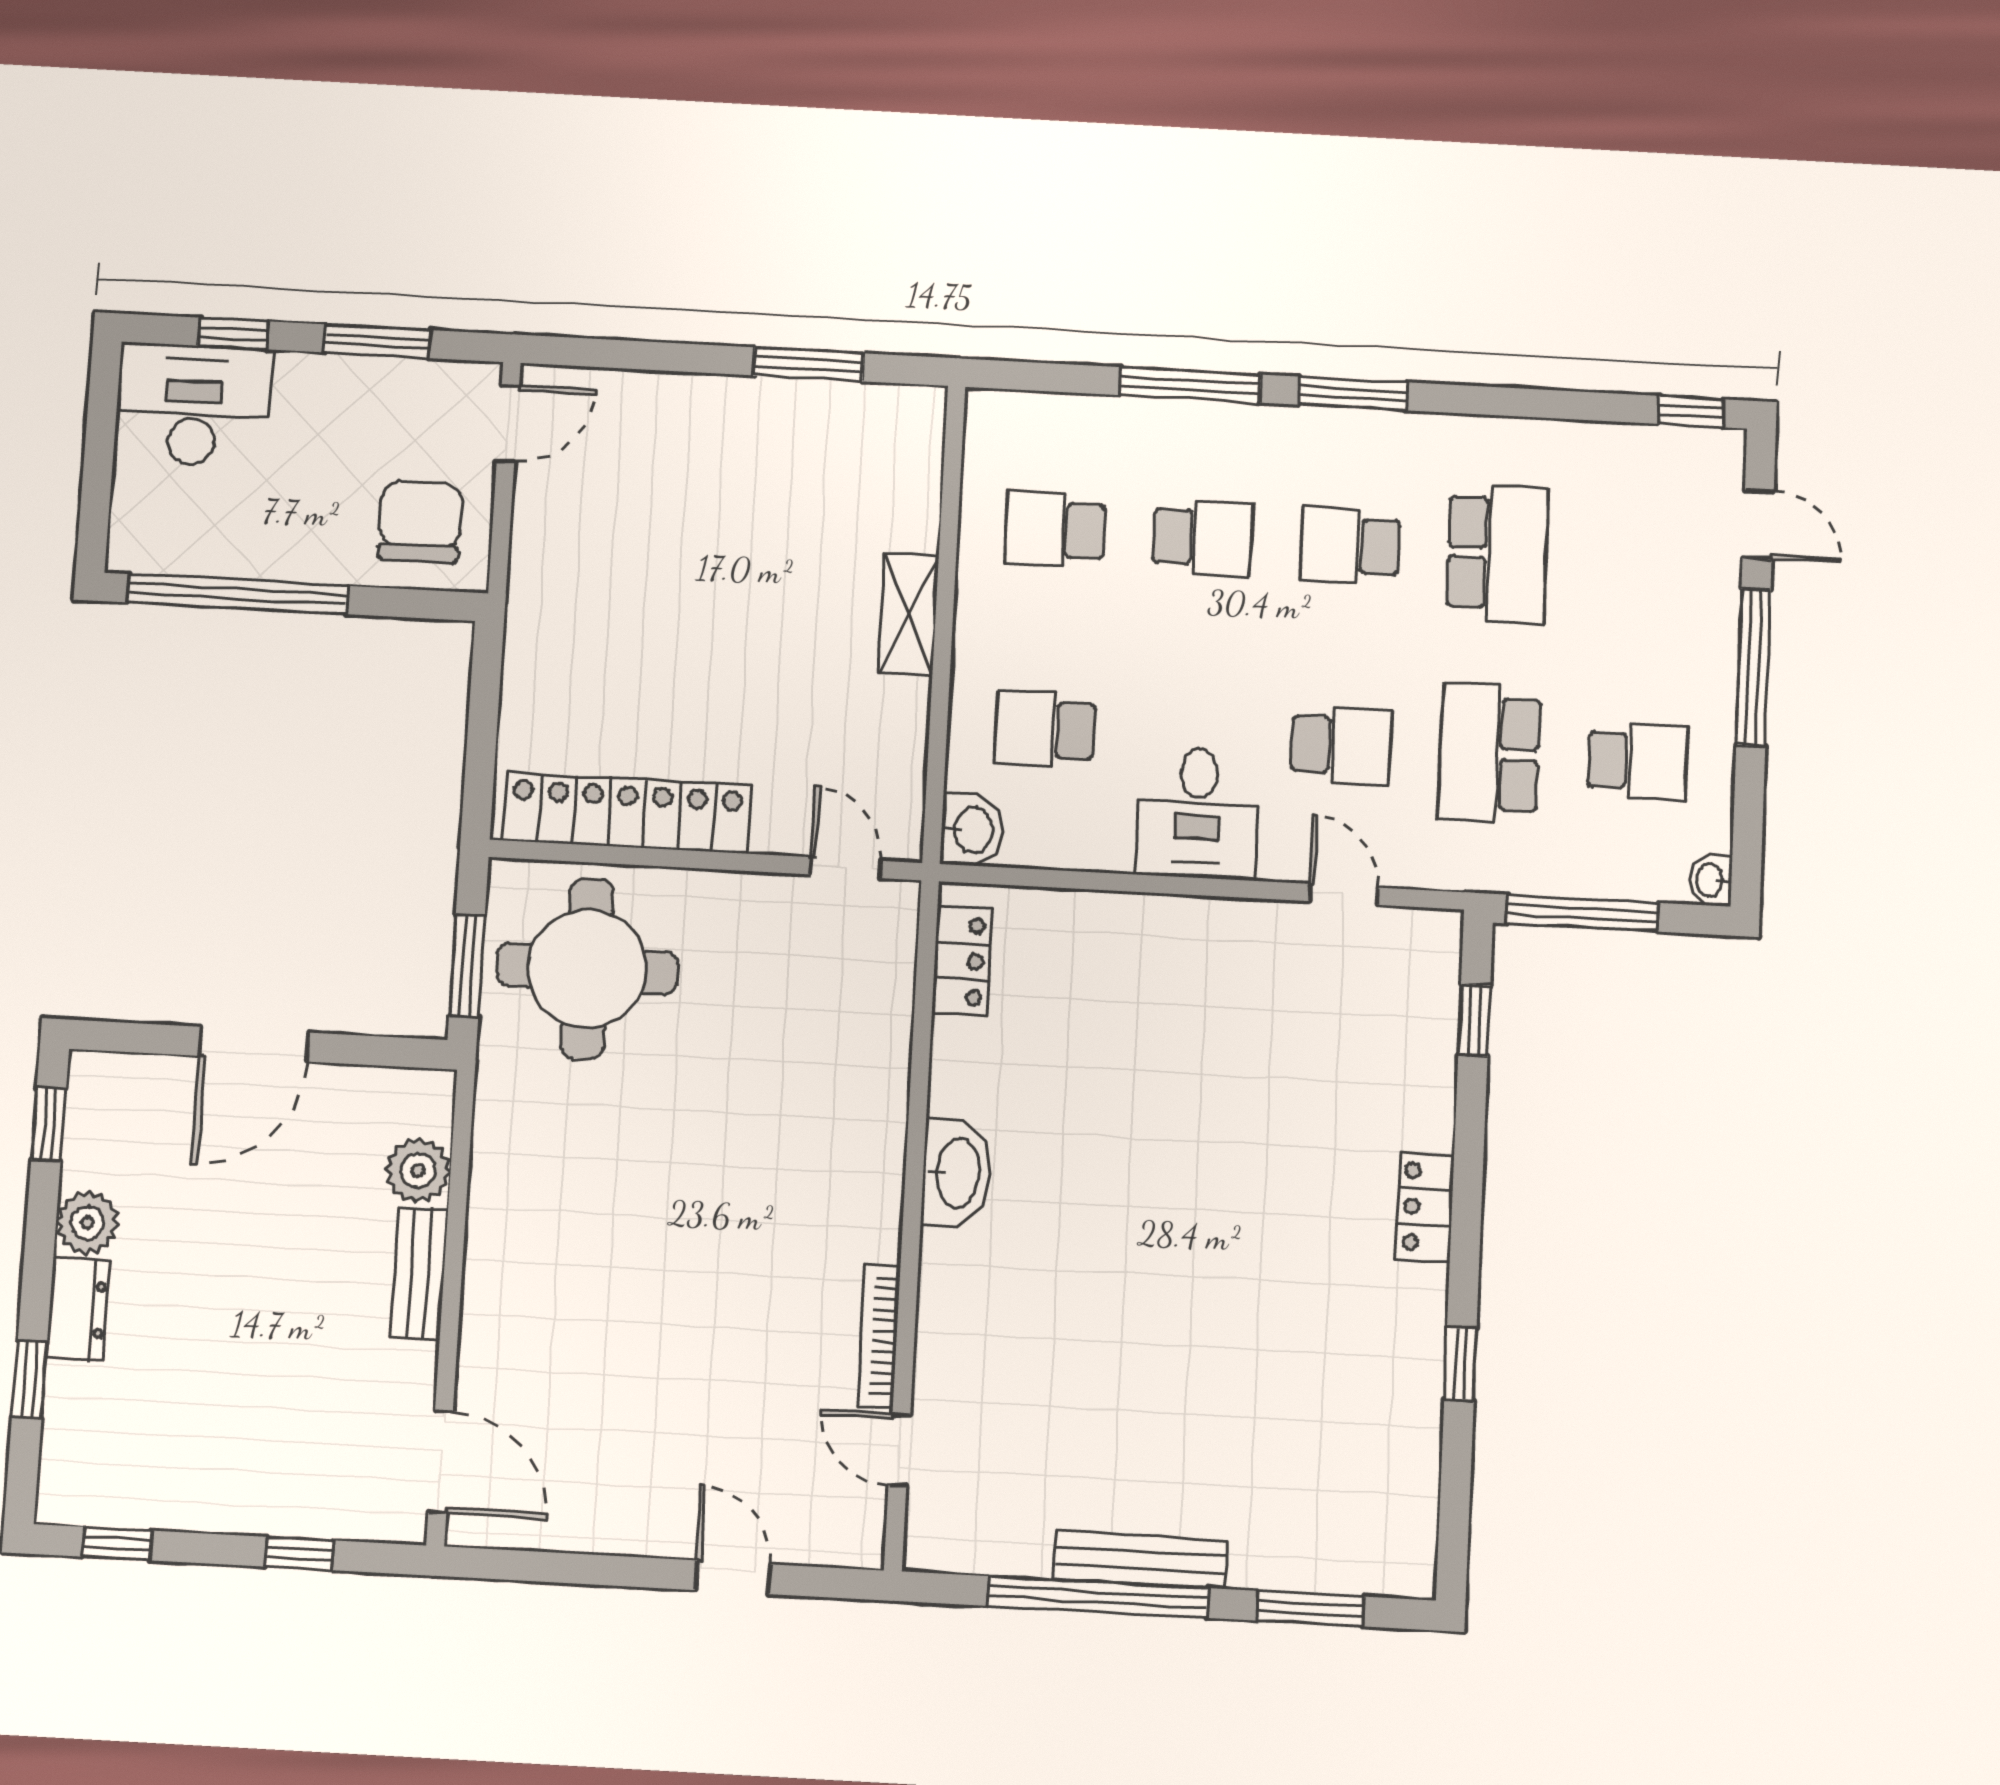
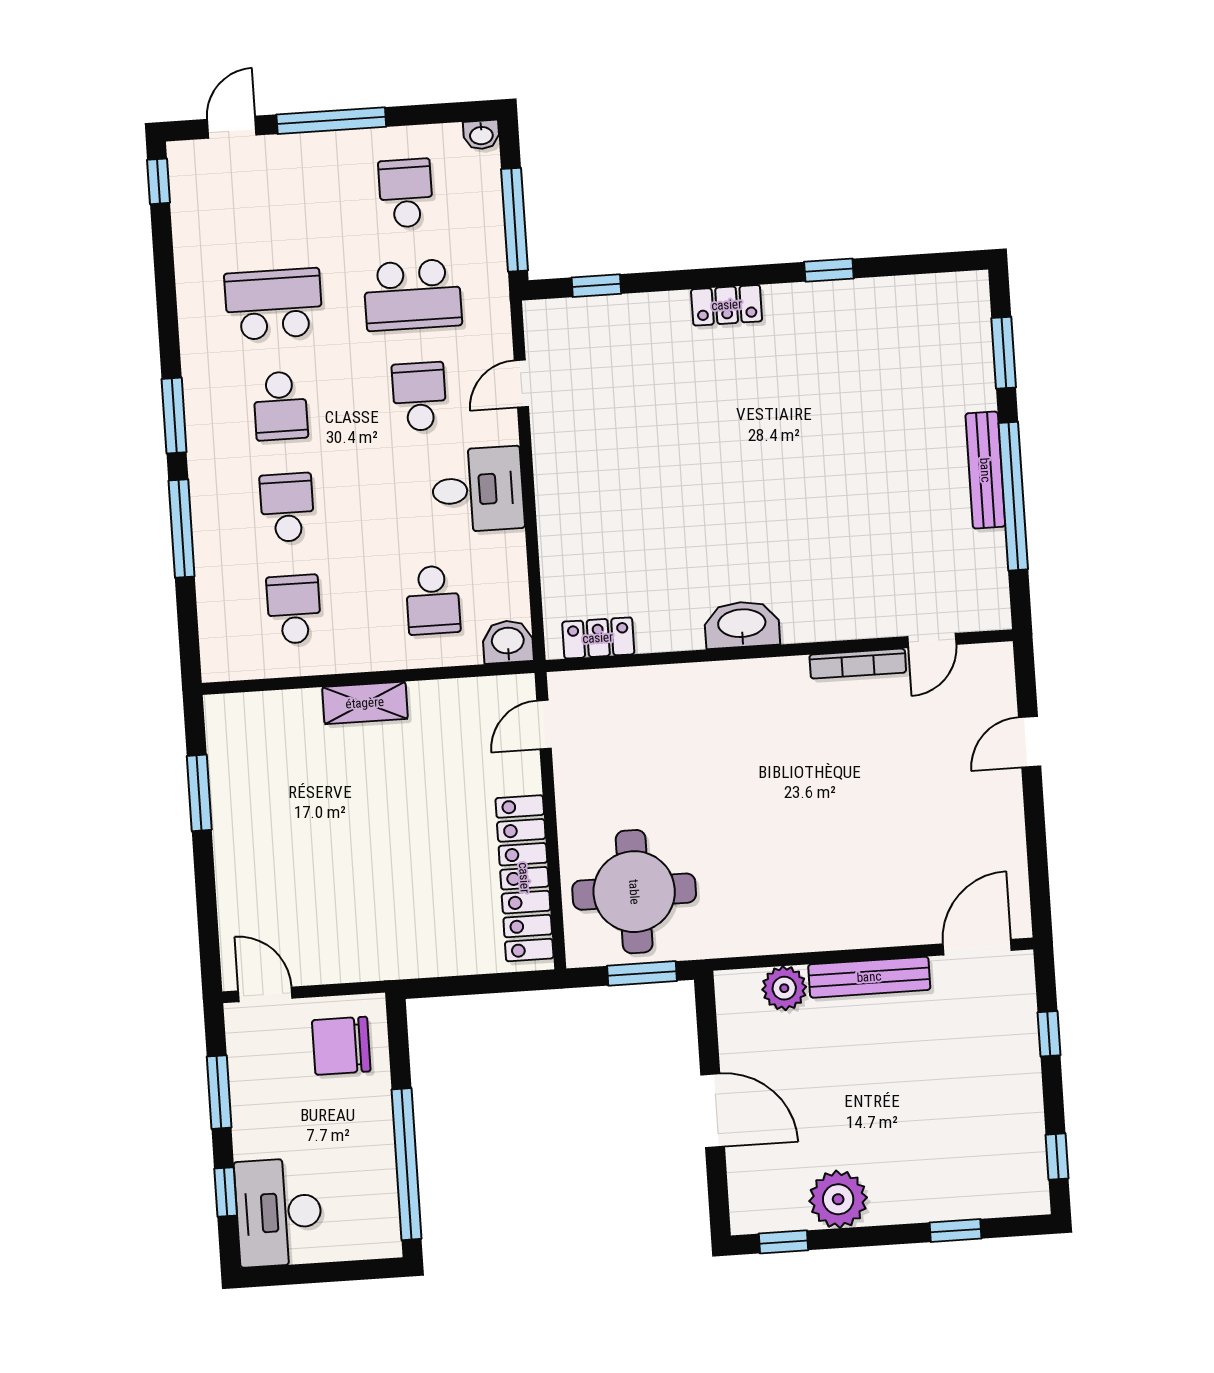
school desk: (1055, 530) -> (294, 609), turned 180
plant: (87, 1223) -> (838, 1199), width x1.36, depth x1.36
bench: (419, 1273) -> (869, 977), width x1.36
dresser: (78, 1309) -> (905, 1205), removed

